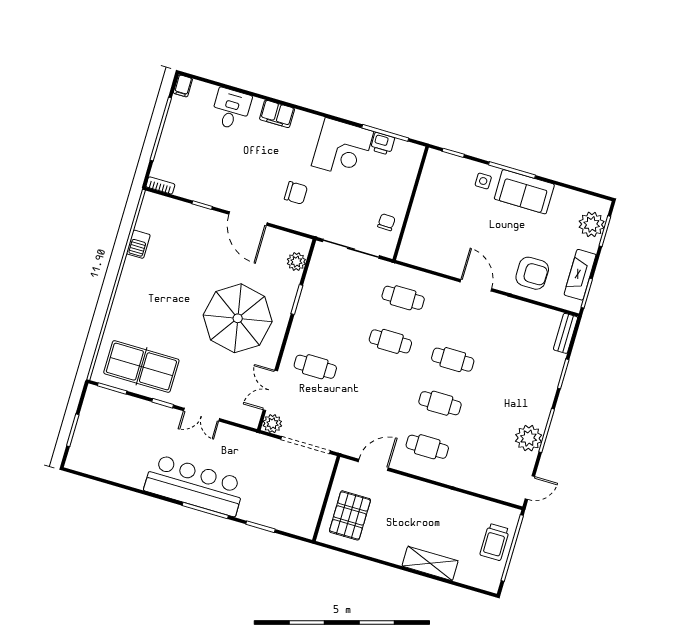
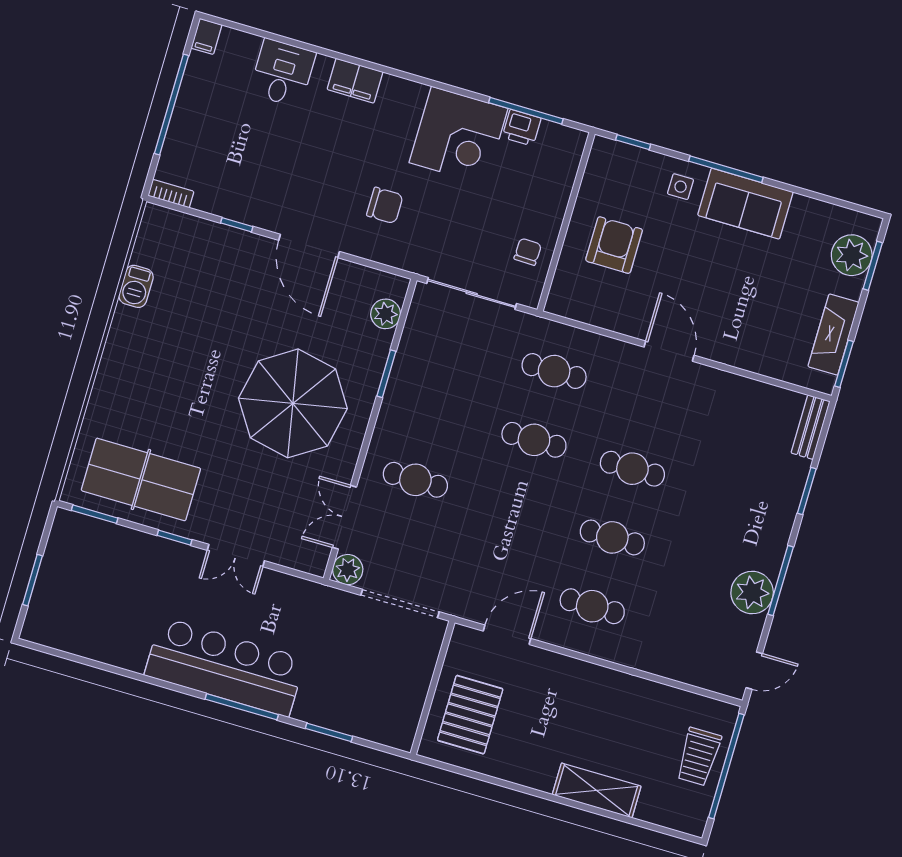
armchair: (532, 273) -> (614, 245), moved, turned -90

